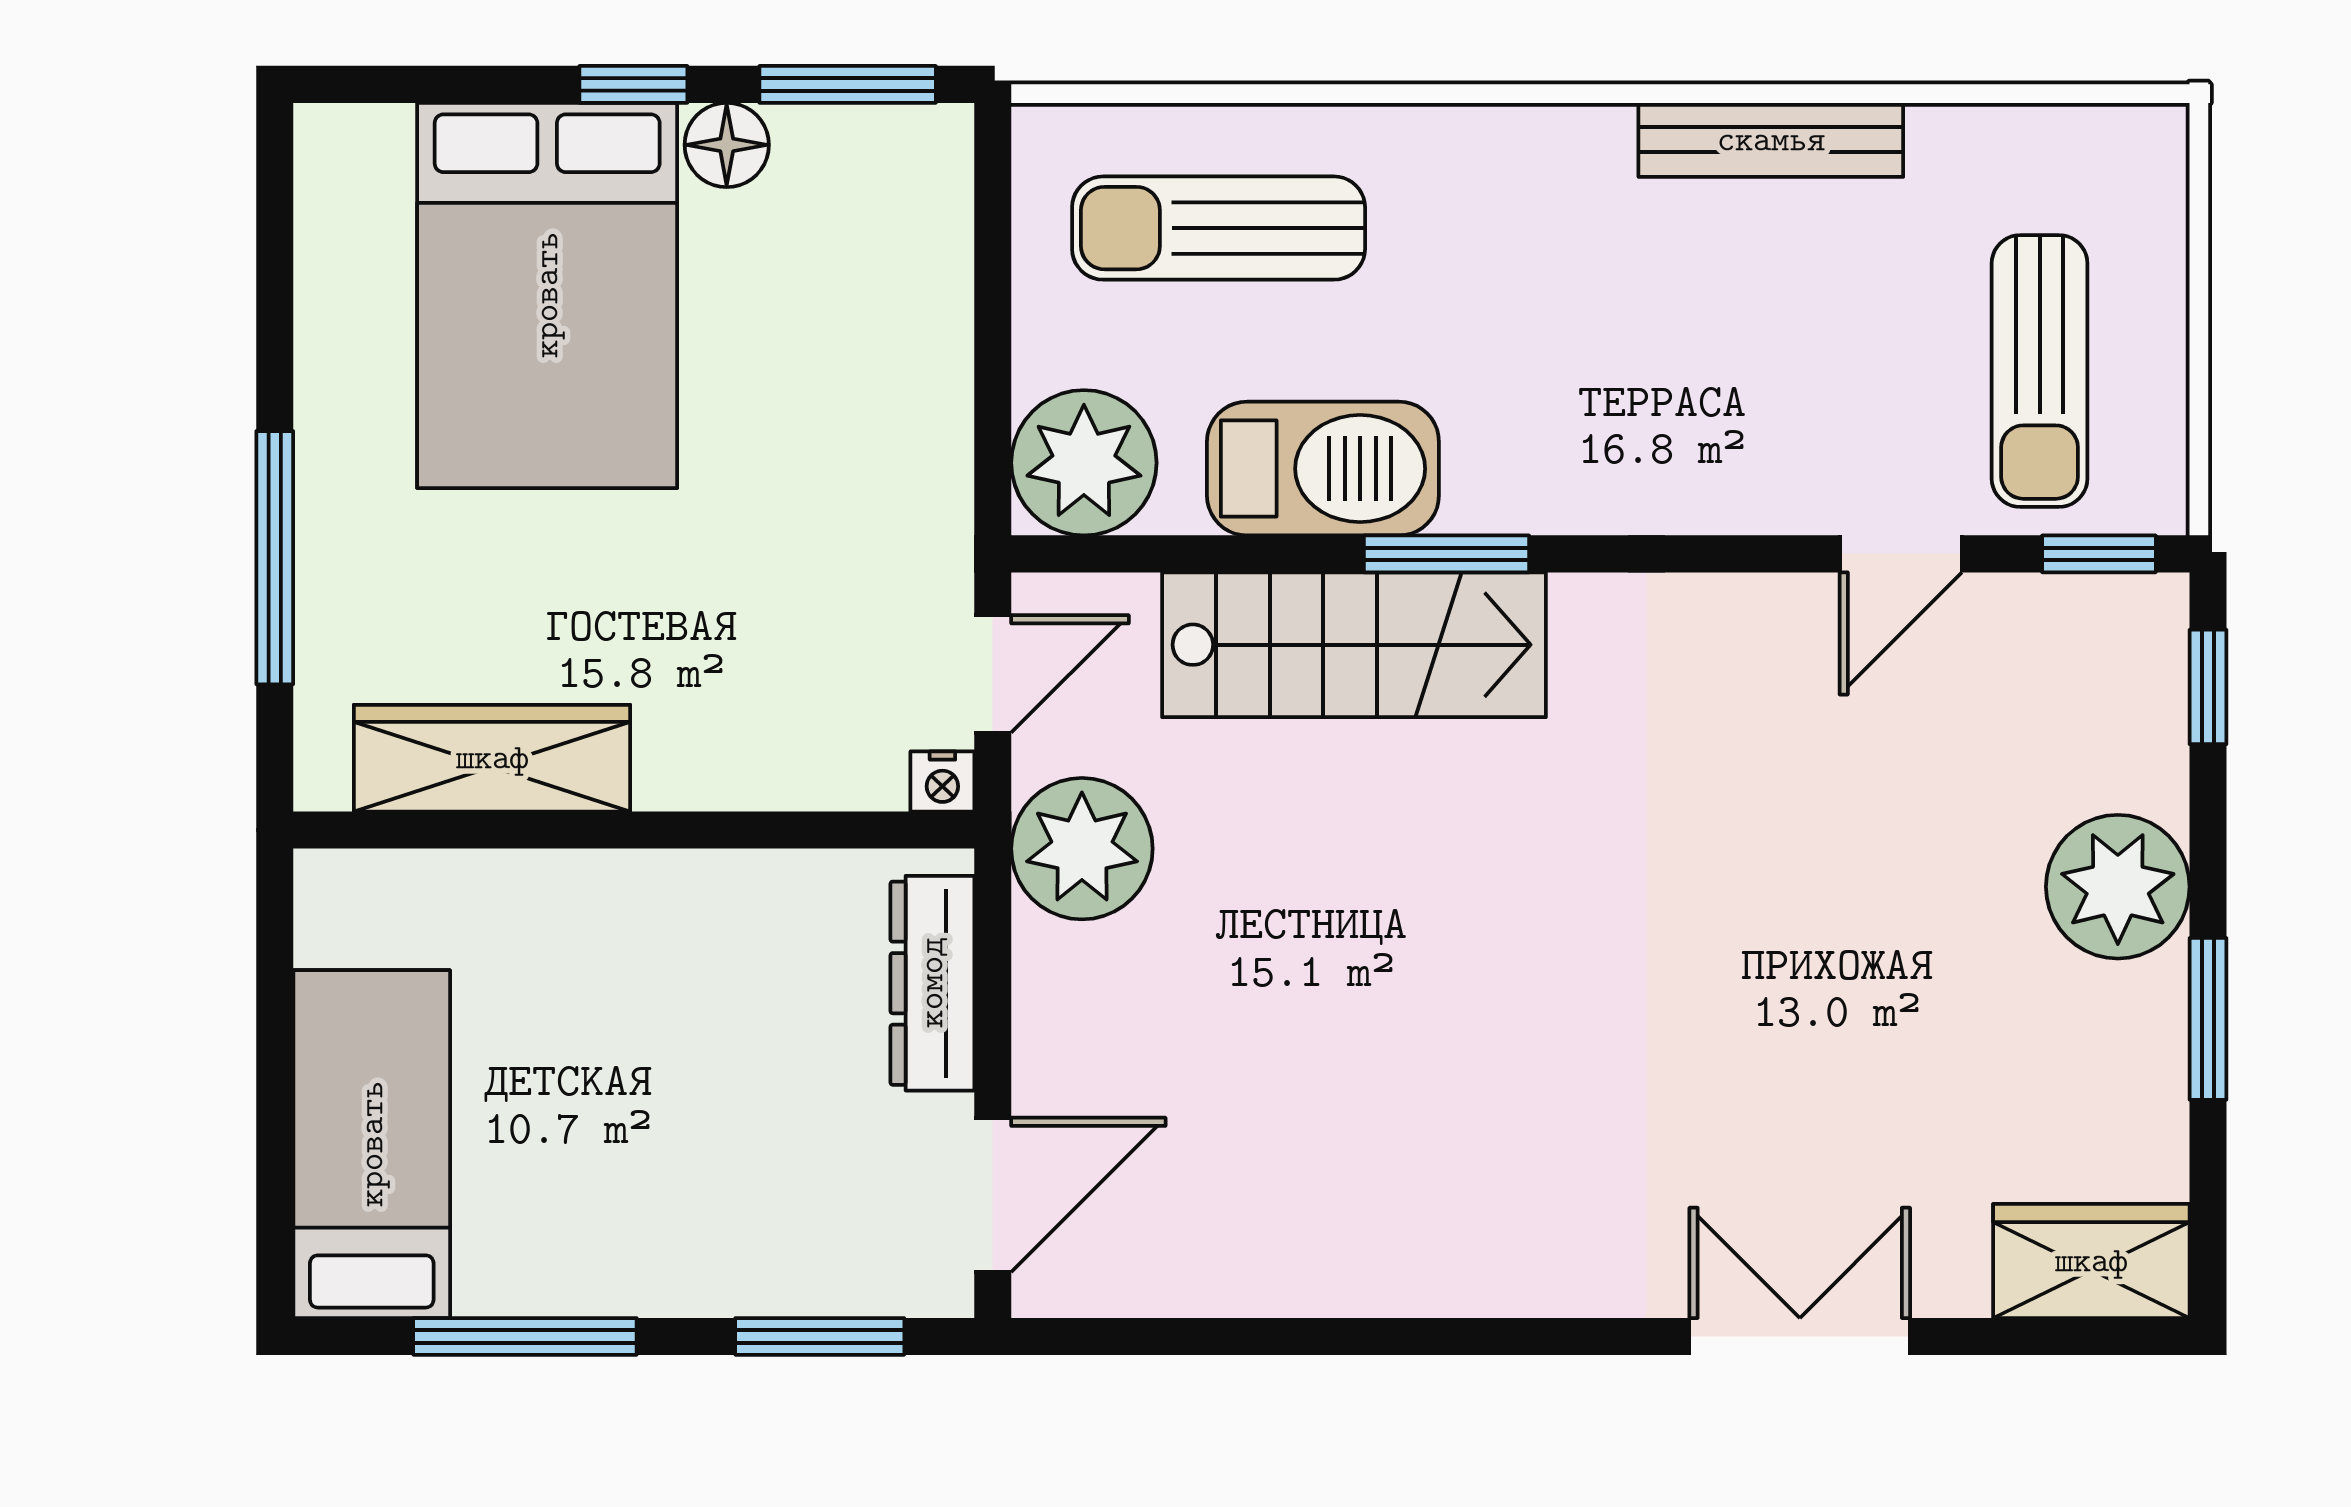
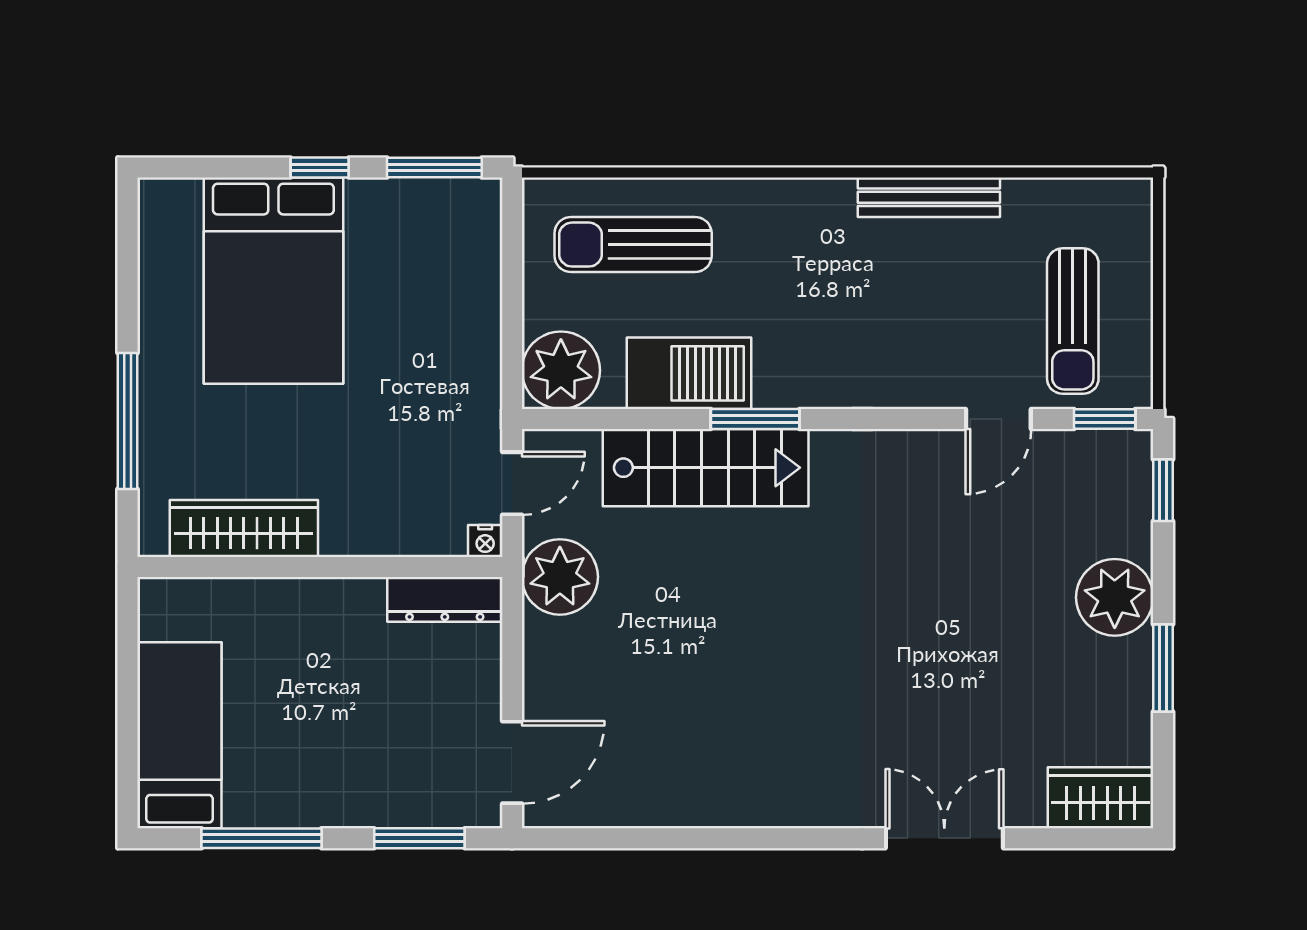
floor lamp: (727, 145) -> (370, 200), removed
dresser: (932, 983) -> (445, 599), moved, turned -90

